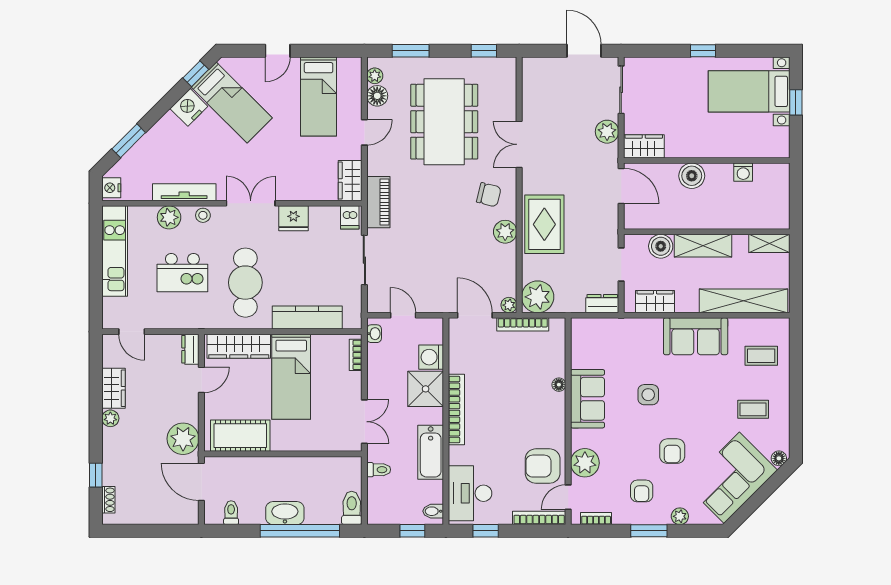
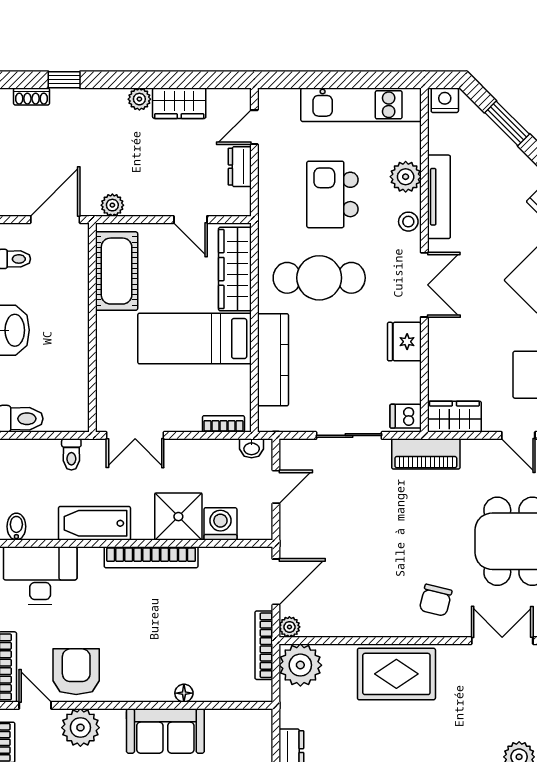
plant: (505, 232) -> (387, 622), removed
dresser: (190, 349) -> (240, 167), moved, turned -90
plant: (183, 439) -> (112, 205), width x0.53, depth x0.53

